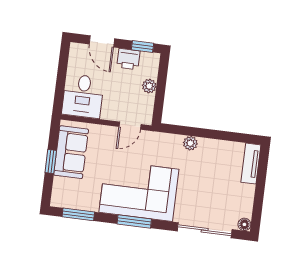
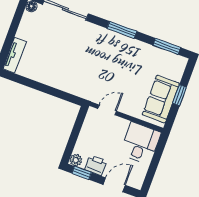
door: (102, 41) -> (114, 185), hinge flipped
plant: (149, 86) -> (76, 160), moved
plant: (190, 143) -> (61, 84), removed
corner sofa: (139, 191) -> (112, 54), removed

